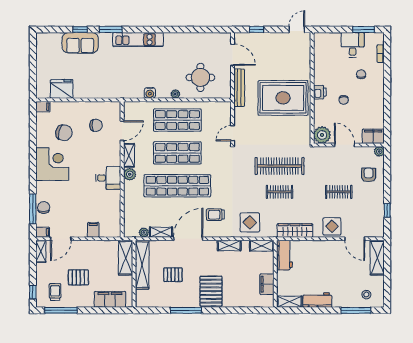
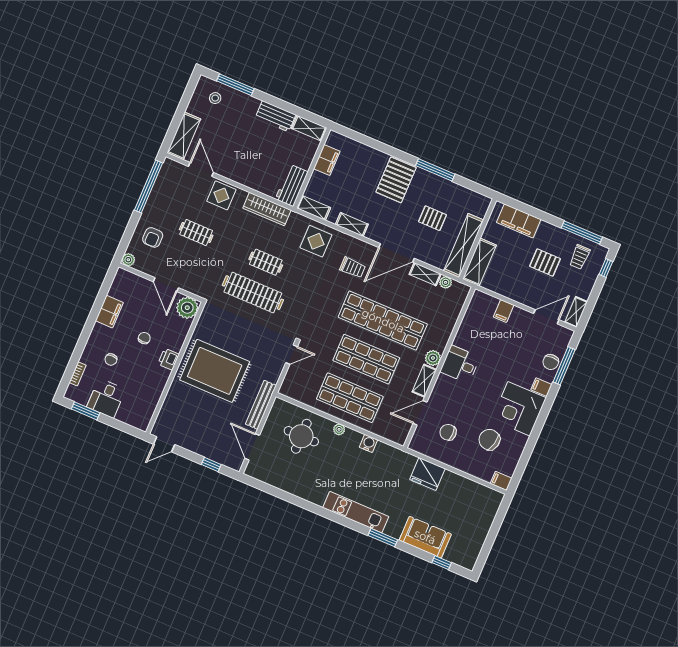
window: (80, 29) -> (442, 563), moved
fridge: (62, 89) -> (427, 474), moved
filing cabinet: (373, 136) -> (109, 312), moved, turned -90
window: (387, 210) -> (149, 186), width x3.17
filing cabinet: (43, 232) -> (541, 387), moved

